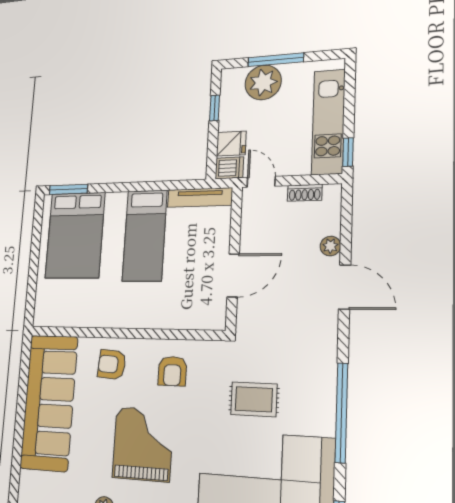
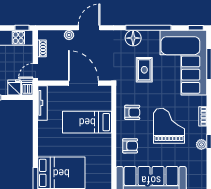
bed: (145, 236) -> (87, 122), moved, turned 180
door: (233, 275) -> (83, 83), width x1.36
armchair: (112, 364) -> (130, 146), turned -94
floor lamp: (320, 379) -> (133, 38), added
grand piano: (143, 444) -> (169, 126), turned 90

